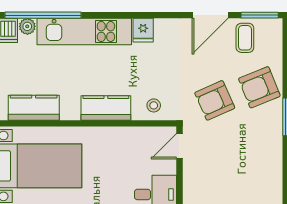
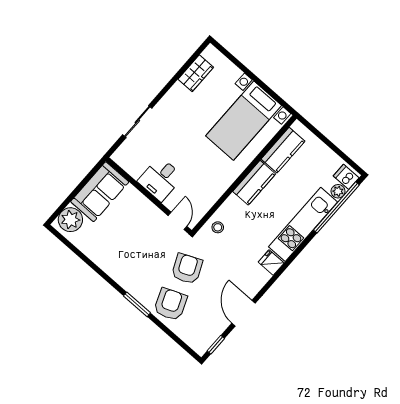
window: (260, 15) -> (216, 345), width x0.67
coffee table: (245, 38) -> (210, 323), removed
kitchen counter: (106, 108) -> (254, 183), moved

